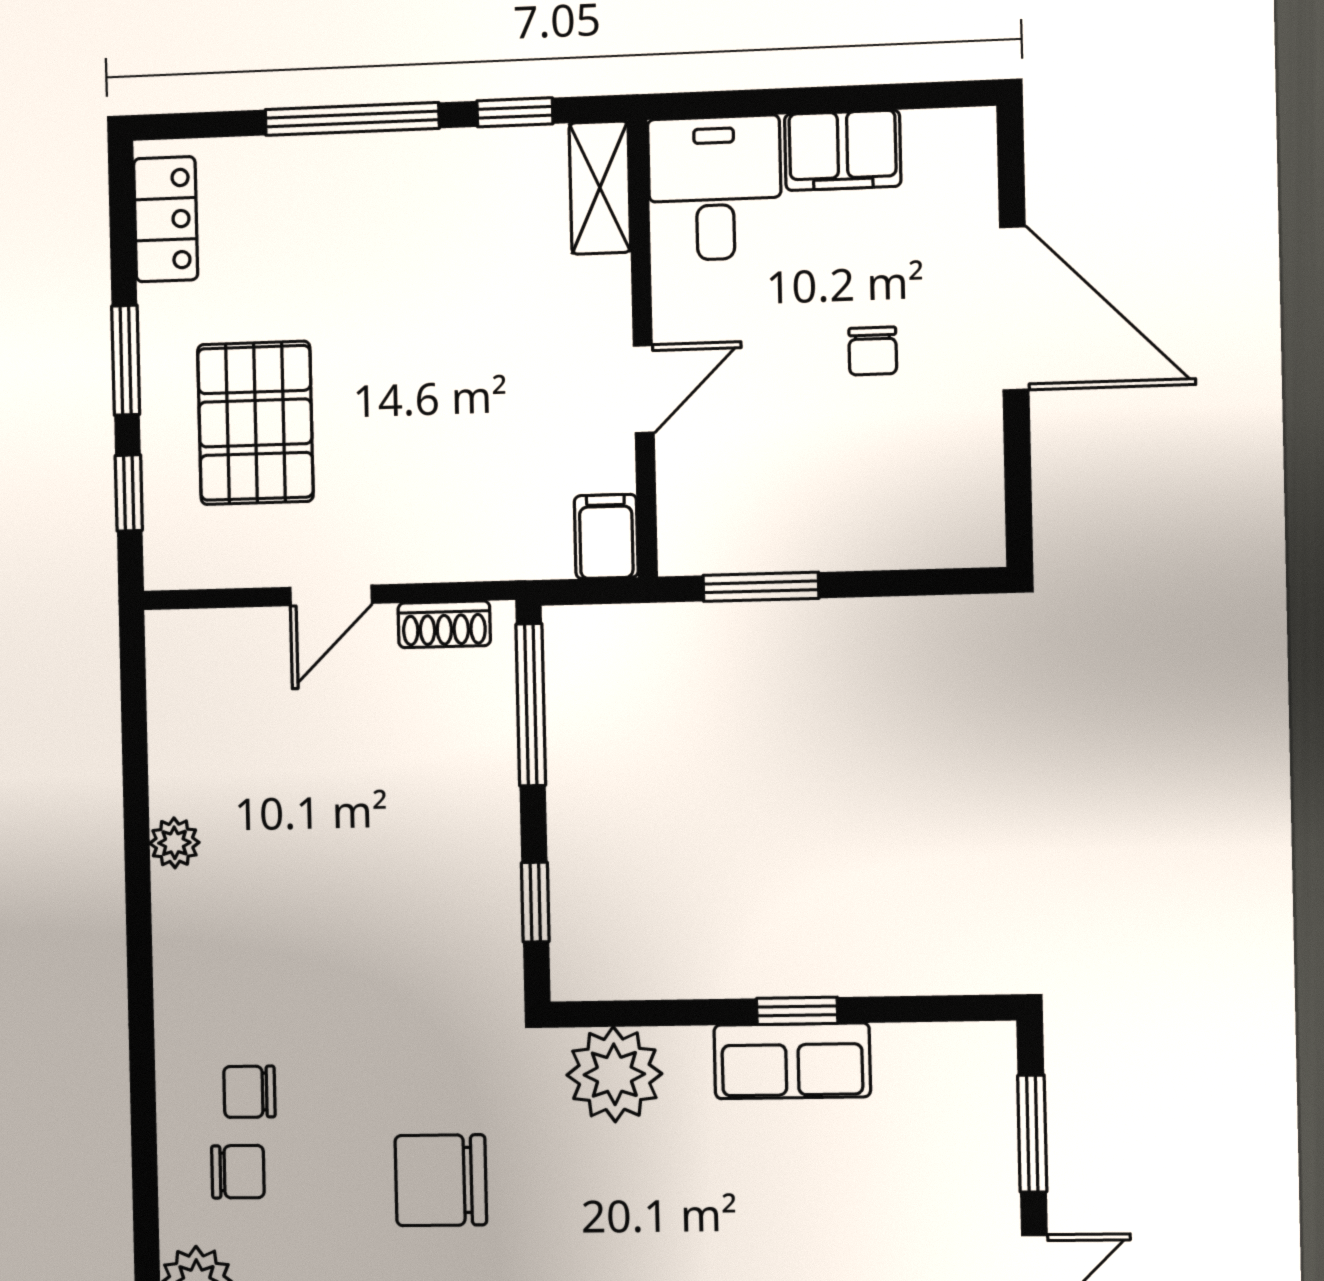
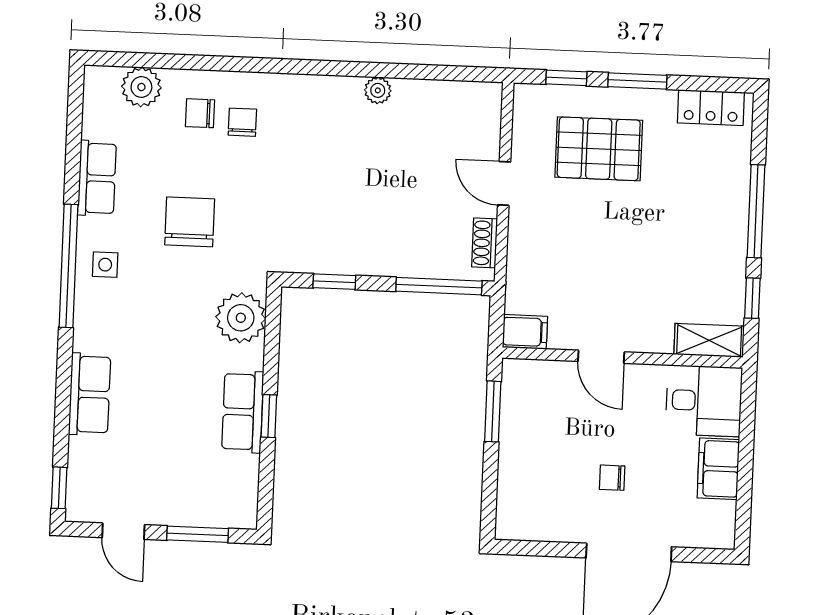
chair: (238, 1172) -> (200, 113), turned 90

